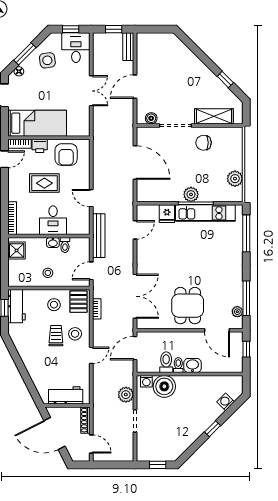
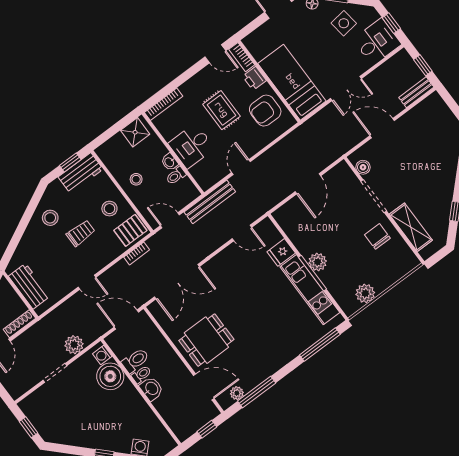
bed: (37, 123) -> (292, 82), moved, turned 180
door: (135, 163) -> (308, 184), width x0.73
door: (217, 330) -> (204, 387), swing flipped
stool: (75, 334) -> (50, 218), moved

